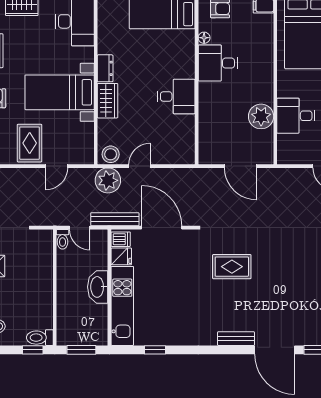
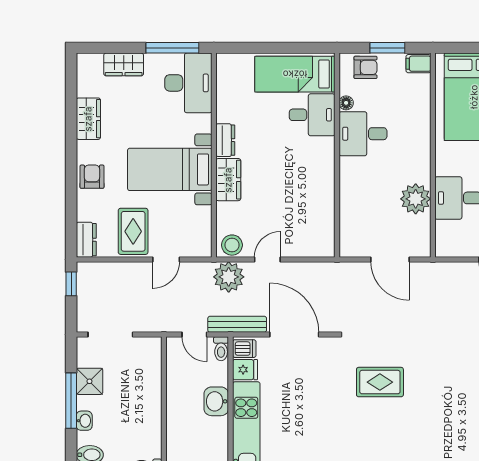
desk: (176, 96) -> (312, 115), moved
toilet: (63, 239) -> (221, 349), moved
washbasin: (98, 287) -> (216, 401), width x0.72

